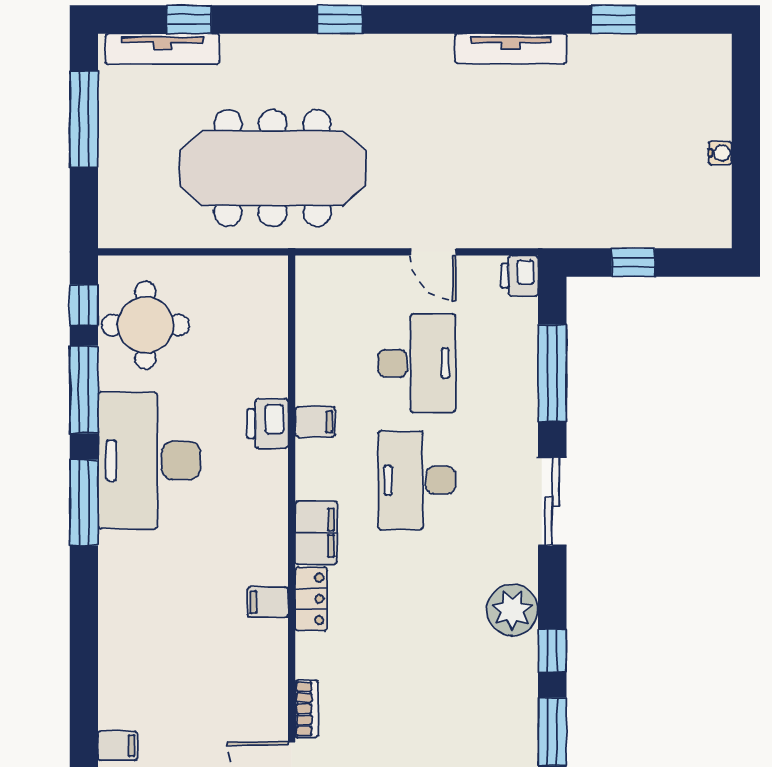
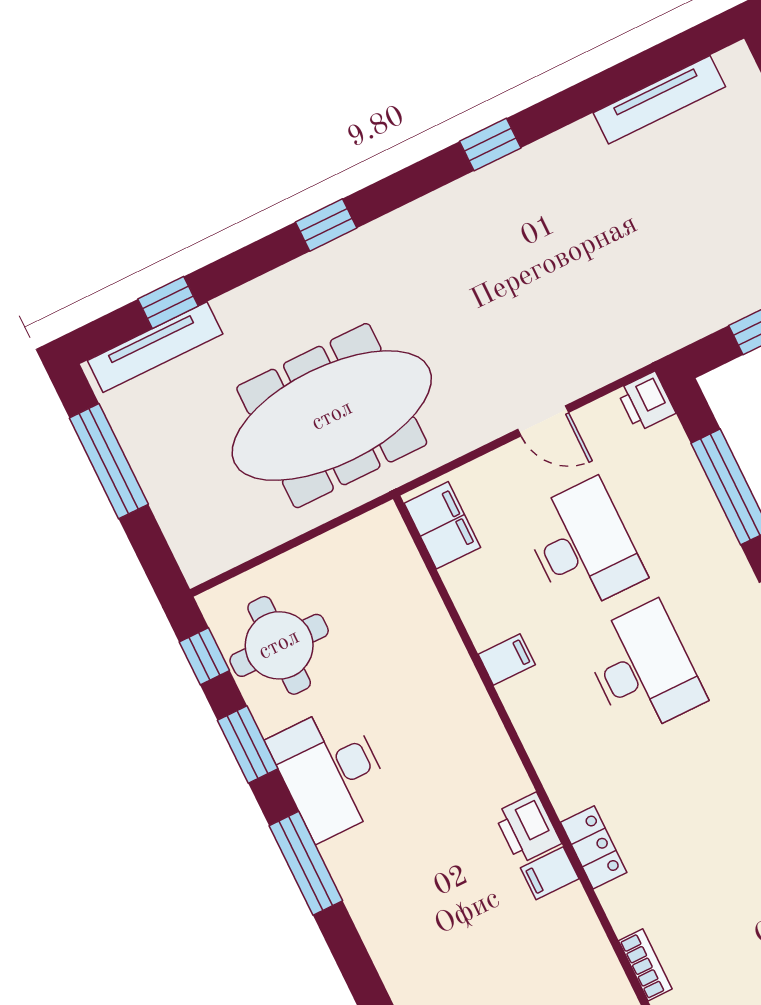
window: (614, 19) -> (490, 145), moved
tv unit: (511, 49) -> (659, 100), moved
window: (84, 389) -> (248, 745), width x0.69
printer: (268, 424) -> (528, 828), moved
desk: (149, 460) -> (331, 772), width x0.73, depth x0.77
desk: (417, 480) -> (643, 669), turned 180
filing cabinet: (316, 533) -> (442, 525), moved

